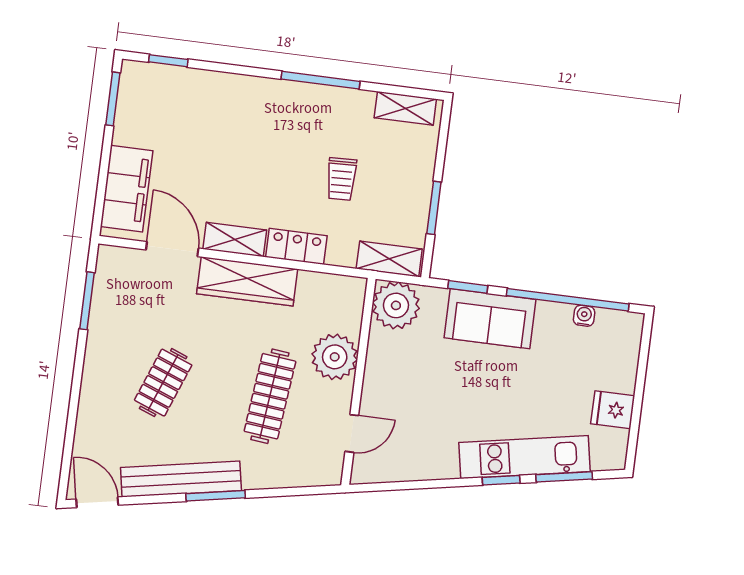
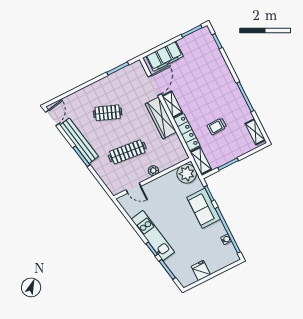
locker: (296, 246) -> (187, 132), width x1.53
plant: (335, 357) -> (153, 171), width x0.53, depth x0.53
kitchen unit: (524, 457) -> (153, 236), moved

